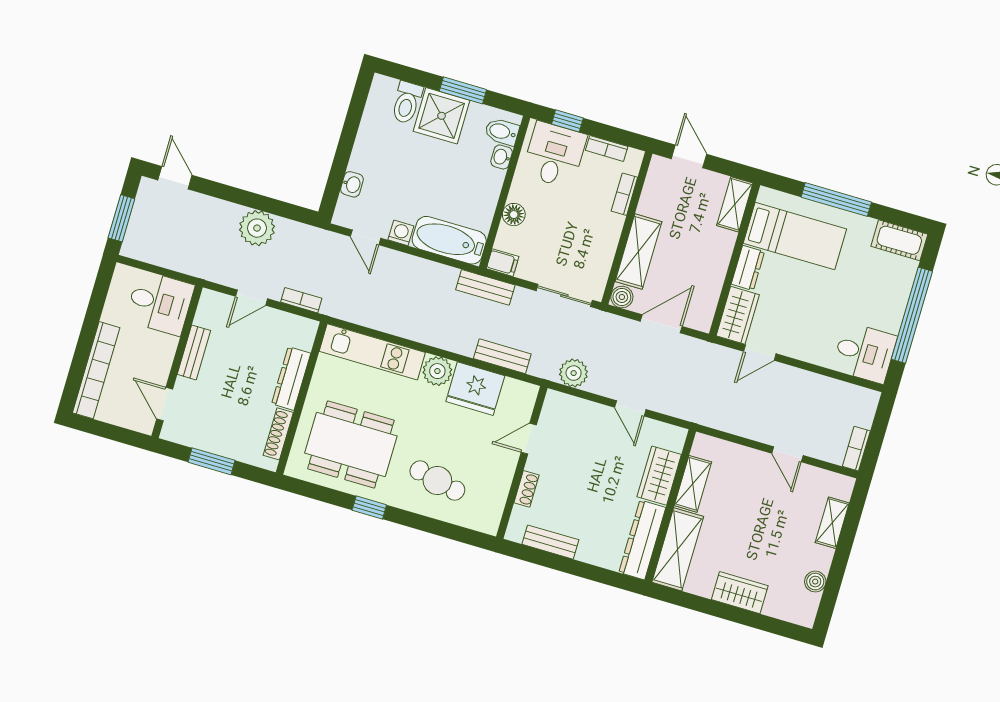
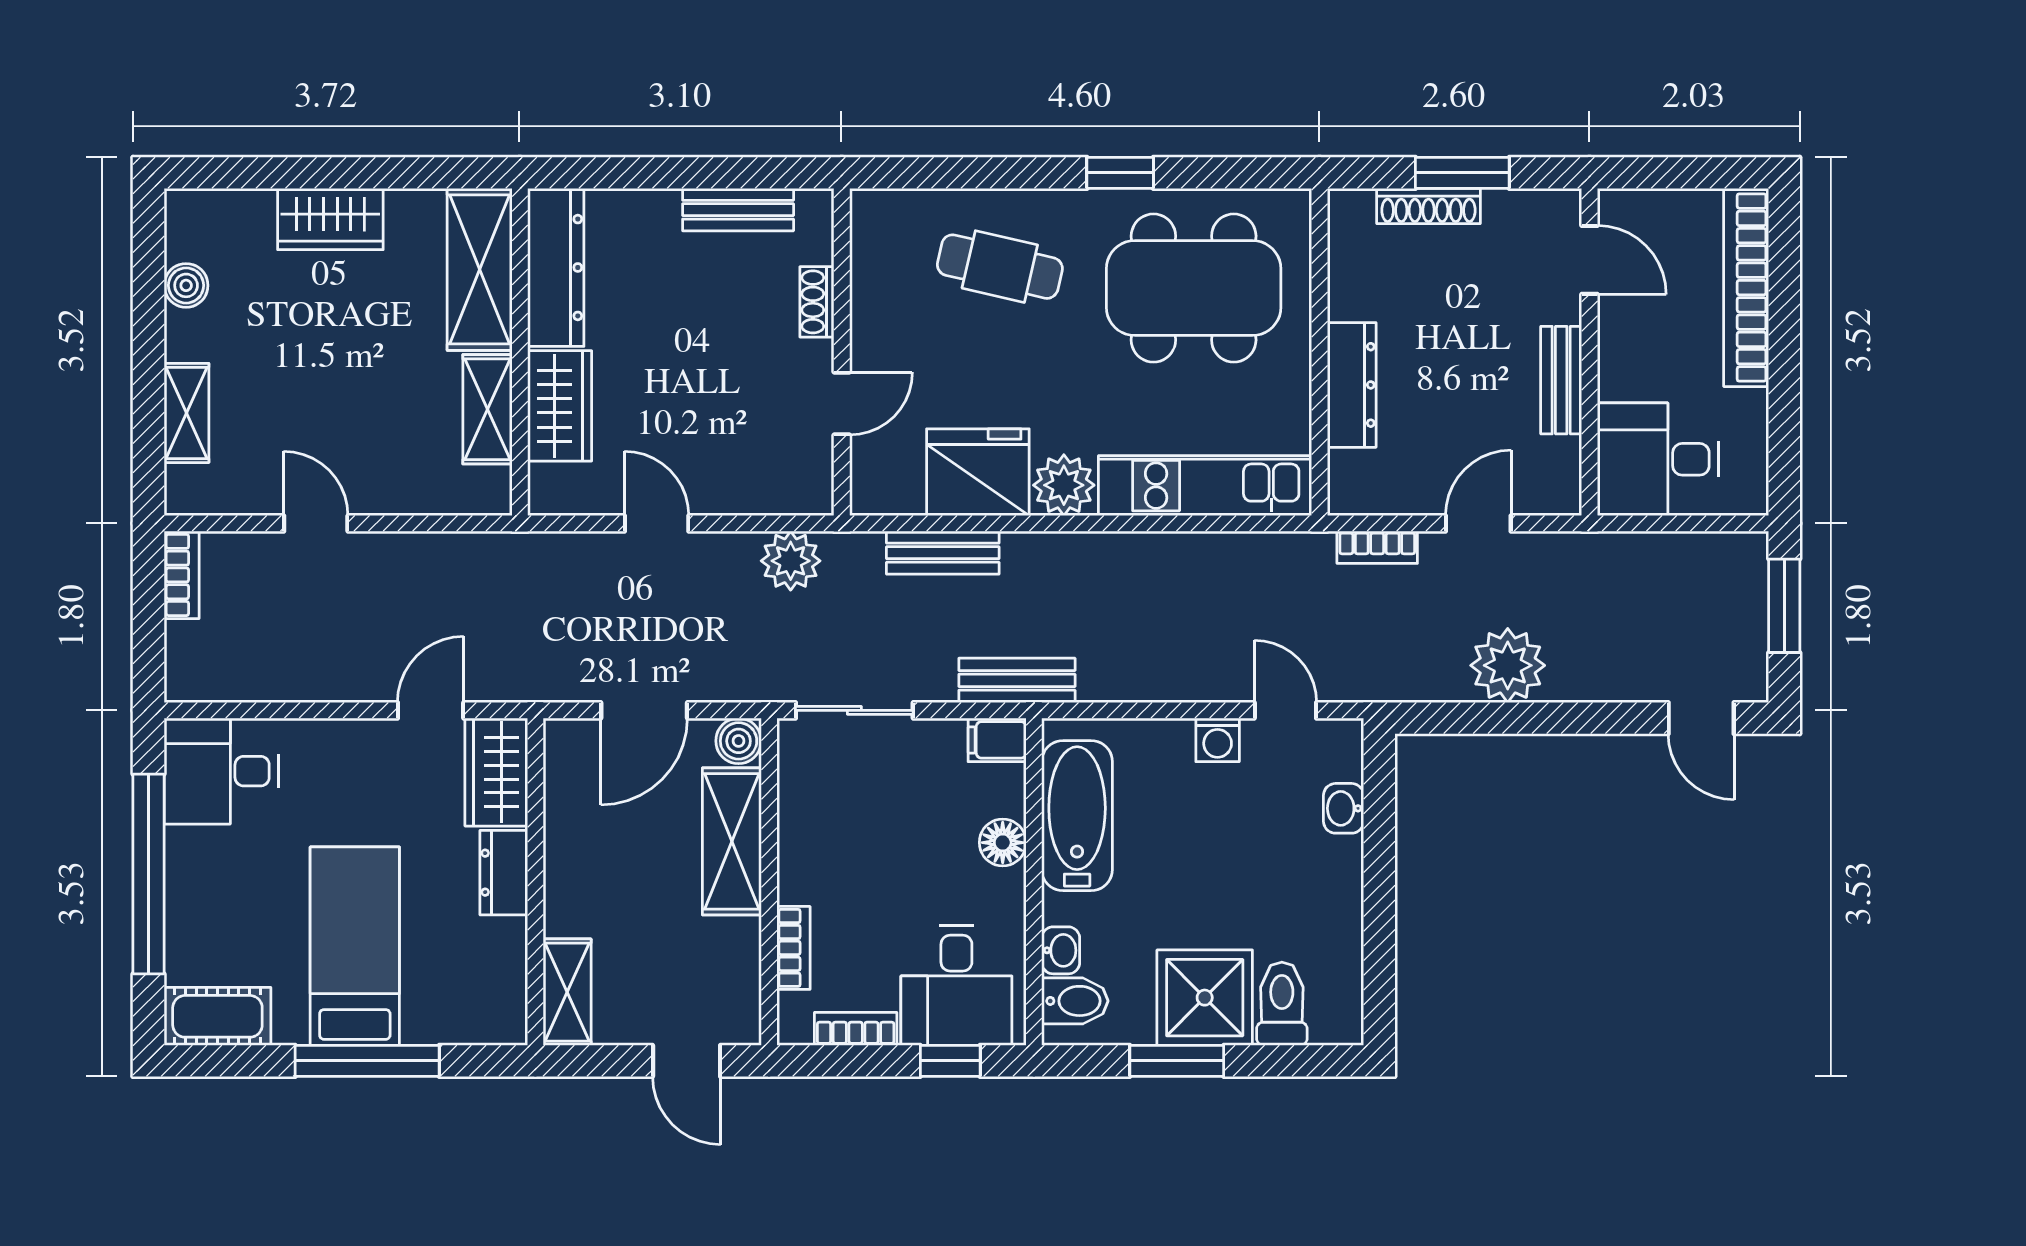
bed: (795, 236) -> (355, 946), moved, turned 90
bathtub: (449, 240) -> (1077, 816), moved, turned -90
shoe rack: (278, 434) -> (1428, 206), moved, turned 90

